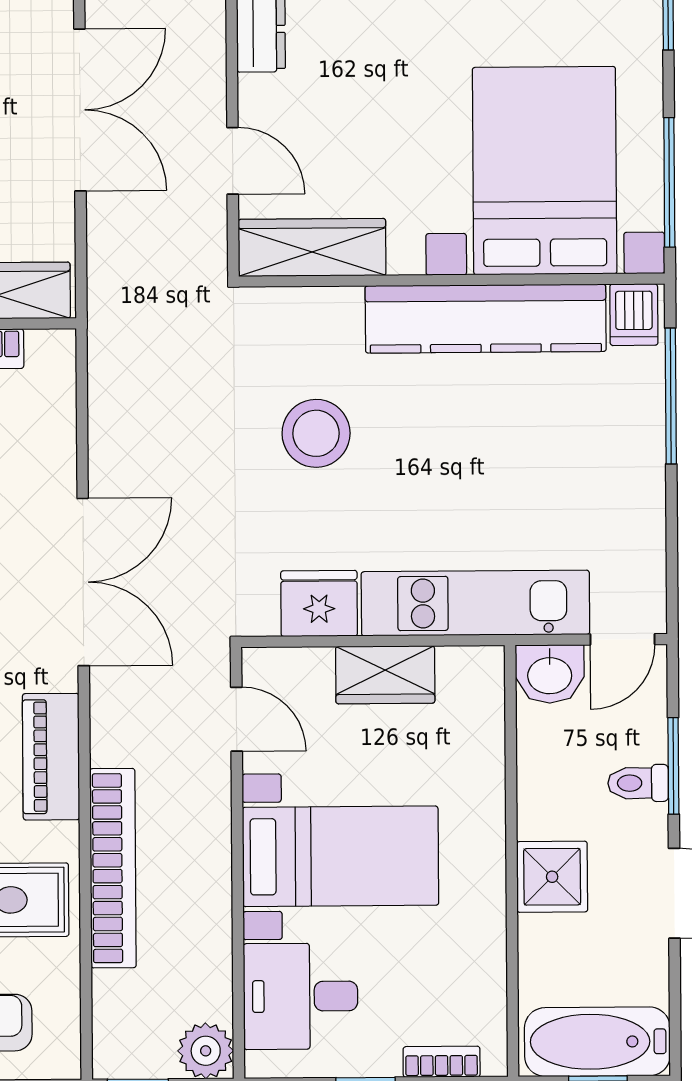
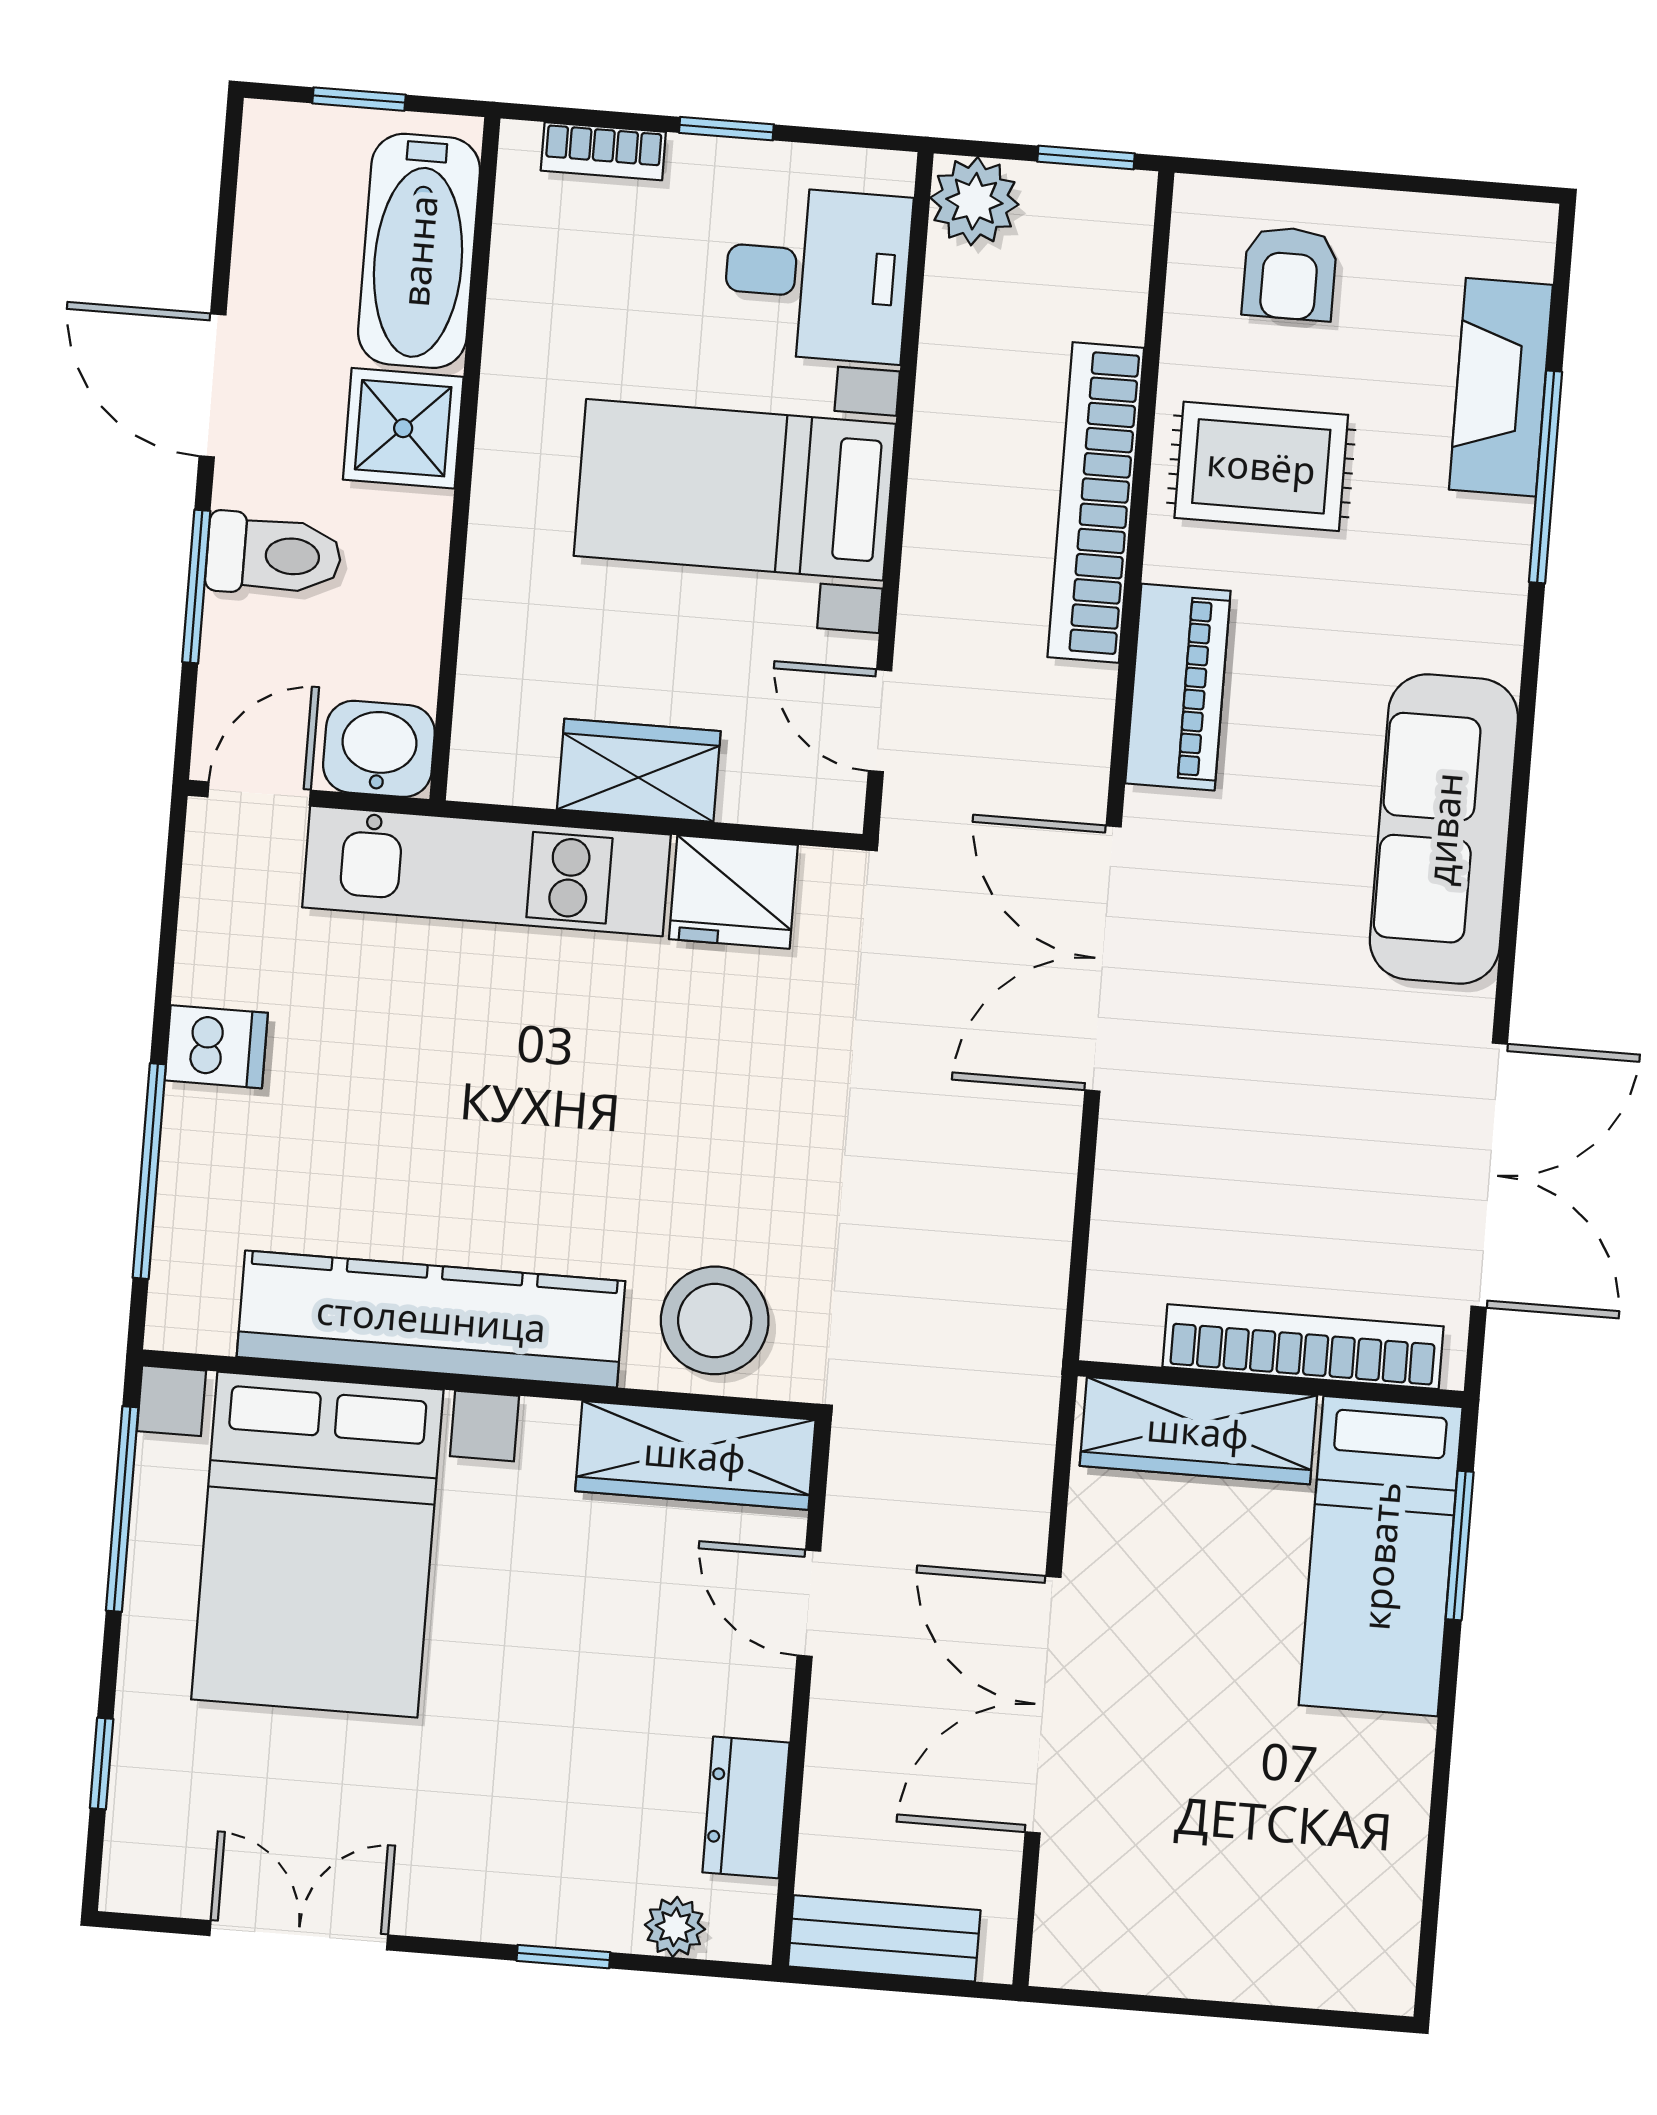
dishwasher: (634, 315) -> (216, 1047), moved, turned 90
stool: (316, 433) -> (715, 1320), moved
toilet: (638, 783) -> (274, 555), width x1.37, depth x1.39
bathtub: (597, 1042) -> (419, 251), moved, turned 90

